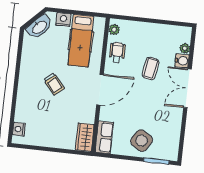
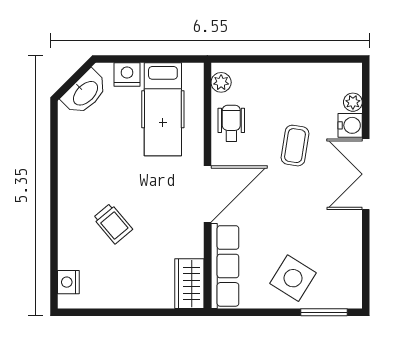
trolley: (54, 84) -> (113, 224), moved
row of seats: (104, 137) -> (225, 266), width x1.48

